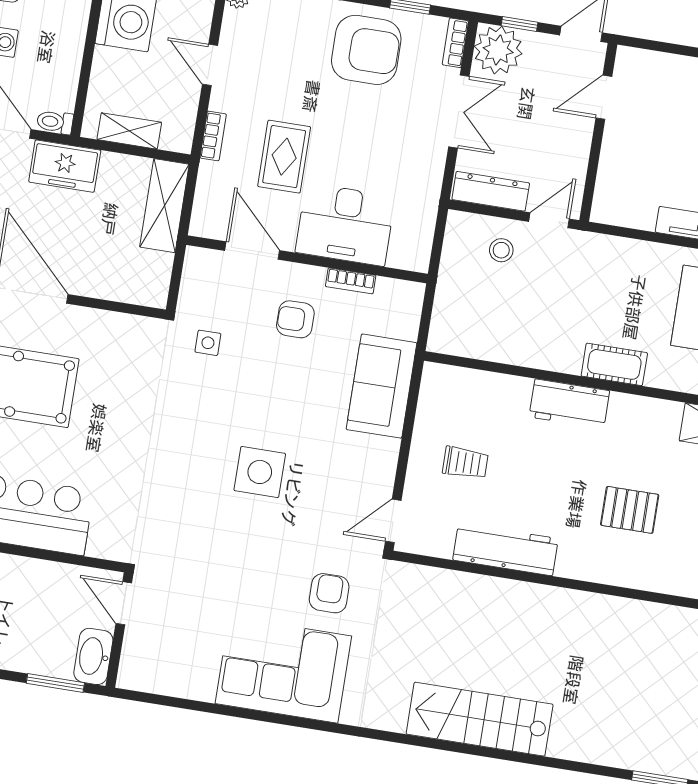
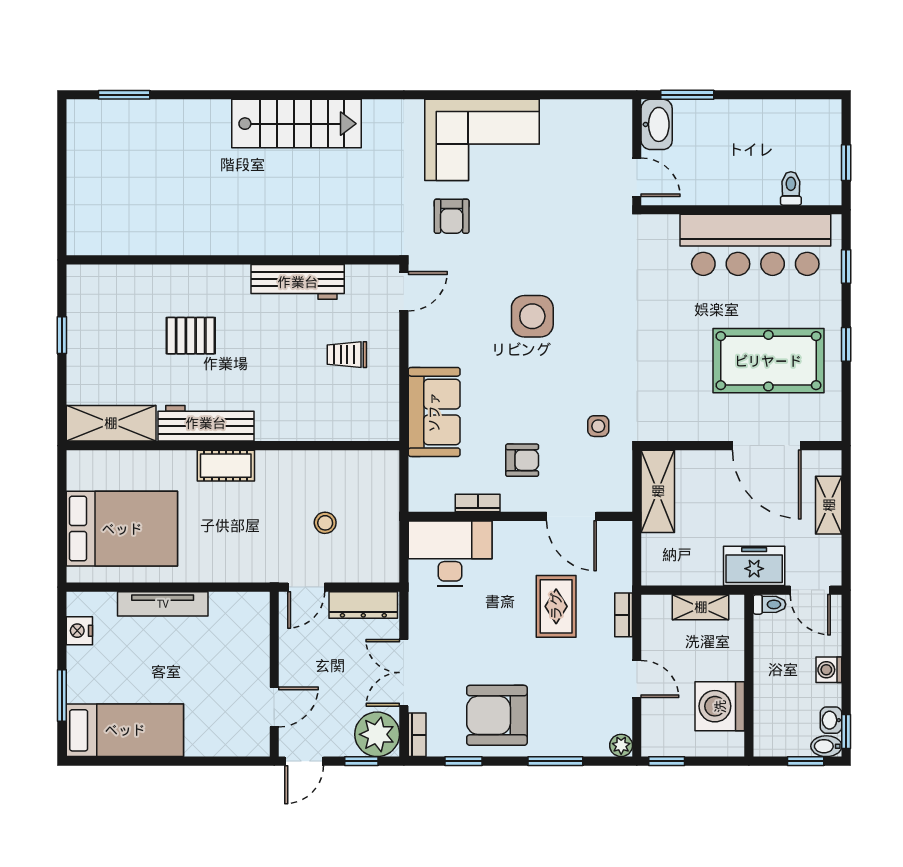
shelving: (164, 206) -> (658, 491), moved
desk: (345, 224) -> (450, 554), moved
stool: (501, 250) -> (325, 523), moved
workbench: (569, 404) -> (206, 423), moved, width x1.38

